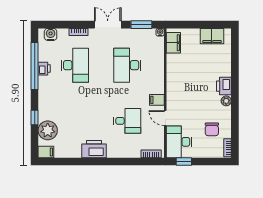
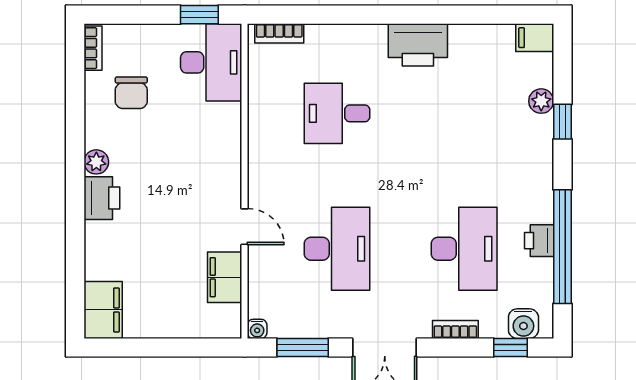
window: (56, 25) -> (511, 347), added
filing cabinet: (212, 36) -> (103, 310), moved, turned 90
filing cabinet: (173, 43) -> (225, 277), moved
desk: (75, 65) -> (464, 249), turned 180
filing cabinet: (157, 100) -> (265, 164), removed
door: (165, 118) -> (245, 227), moved
chair: (212, 129) -> (131, 93), turned 180
plant: (48, 130) -> (541, 101), width x0.53, depth x0.53

